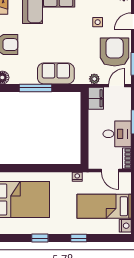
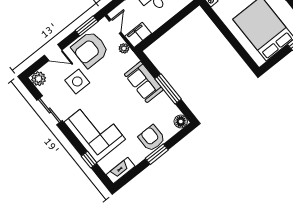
side table: (98, 22) -> (77, 81), width x1.87, depth x1.87
door: (117, 86) -> (115, 27), swing flipped

